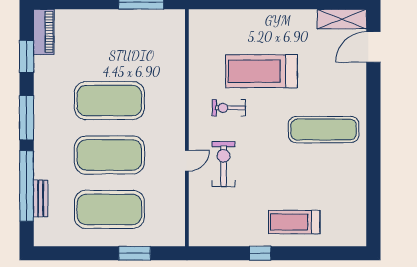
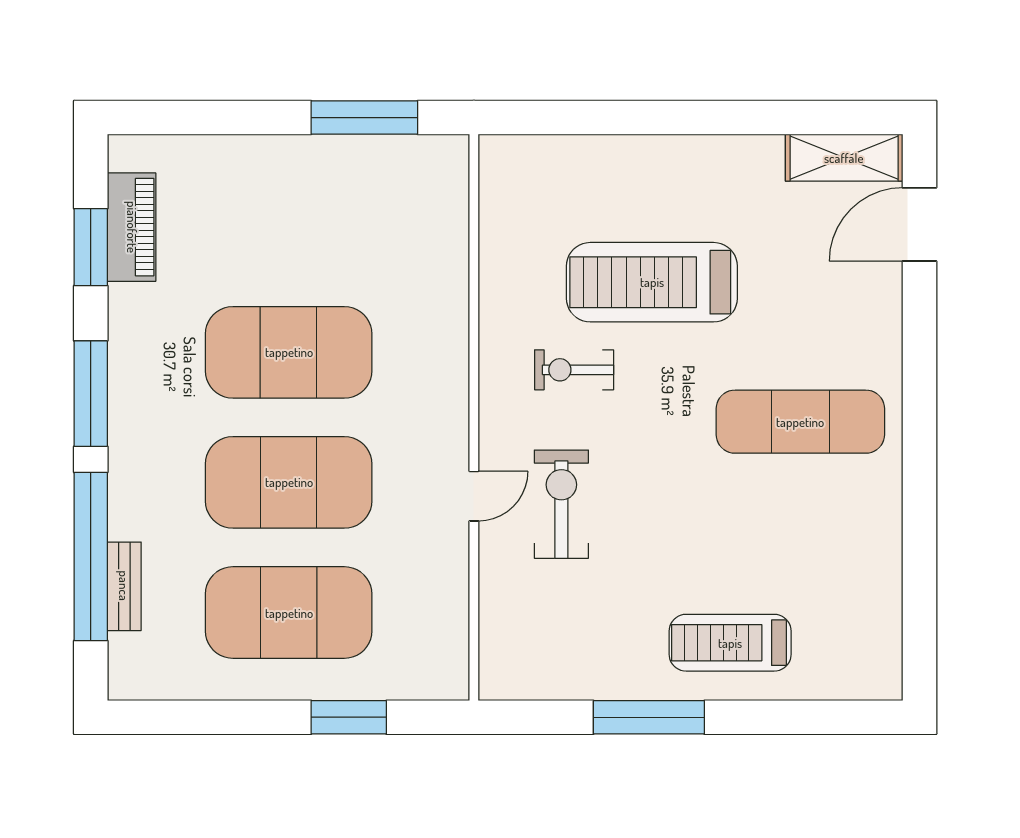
piano: (44, 32) -> (132, 227), moved
window: (260, 253) -> (649, 717), width x2.17

